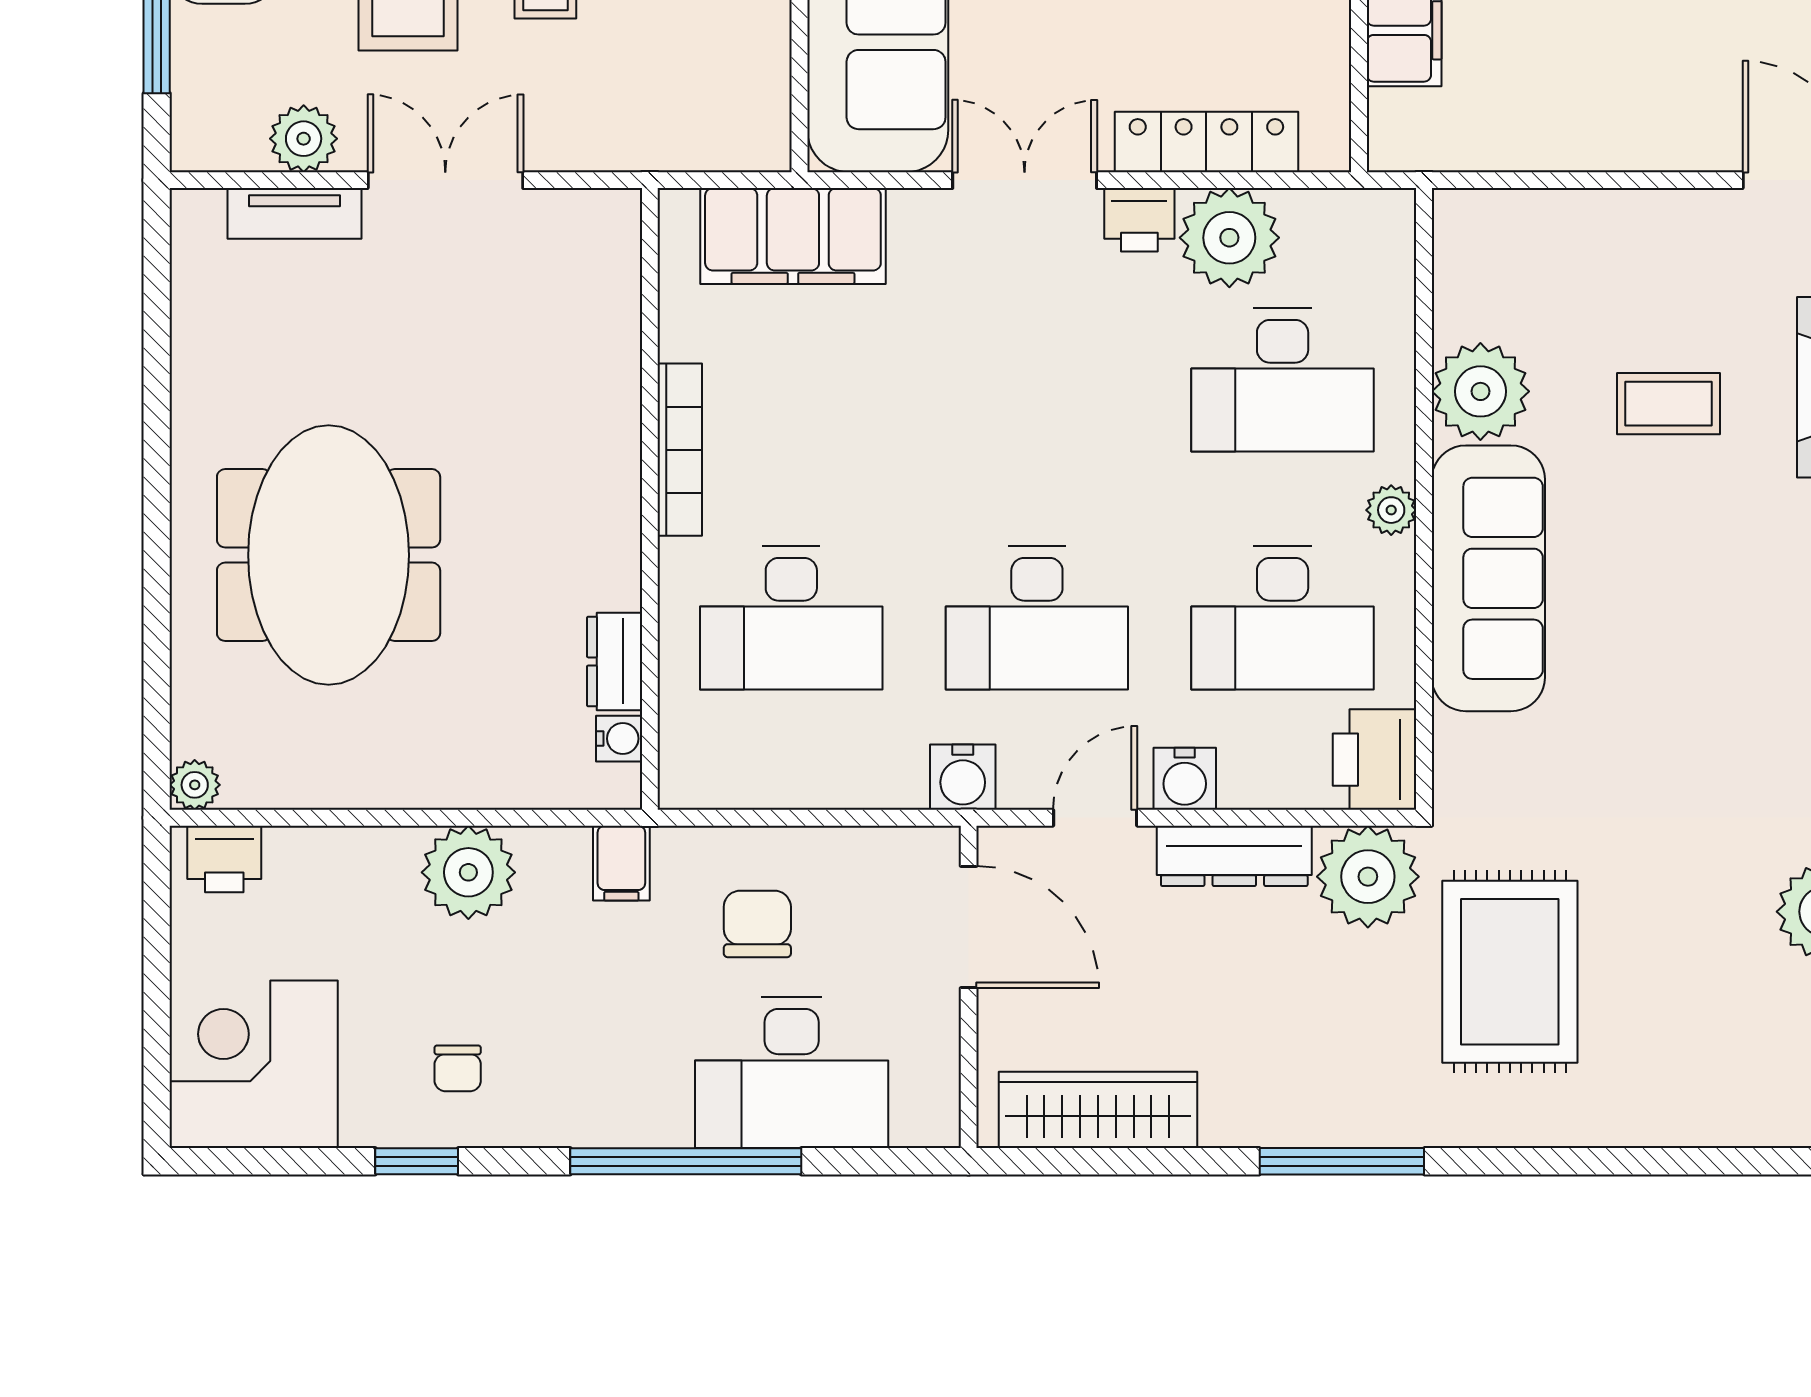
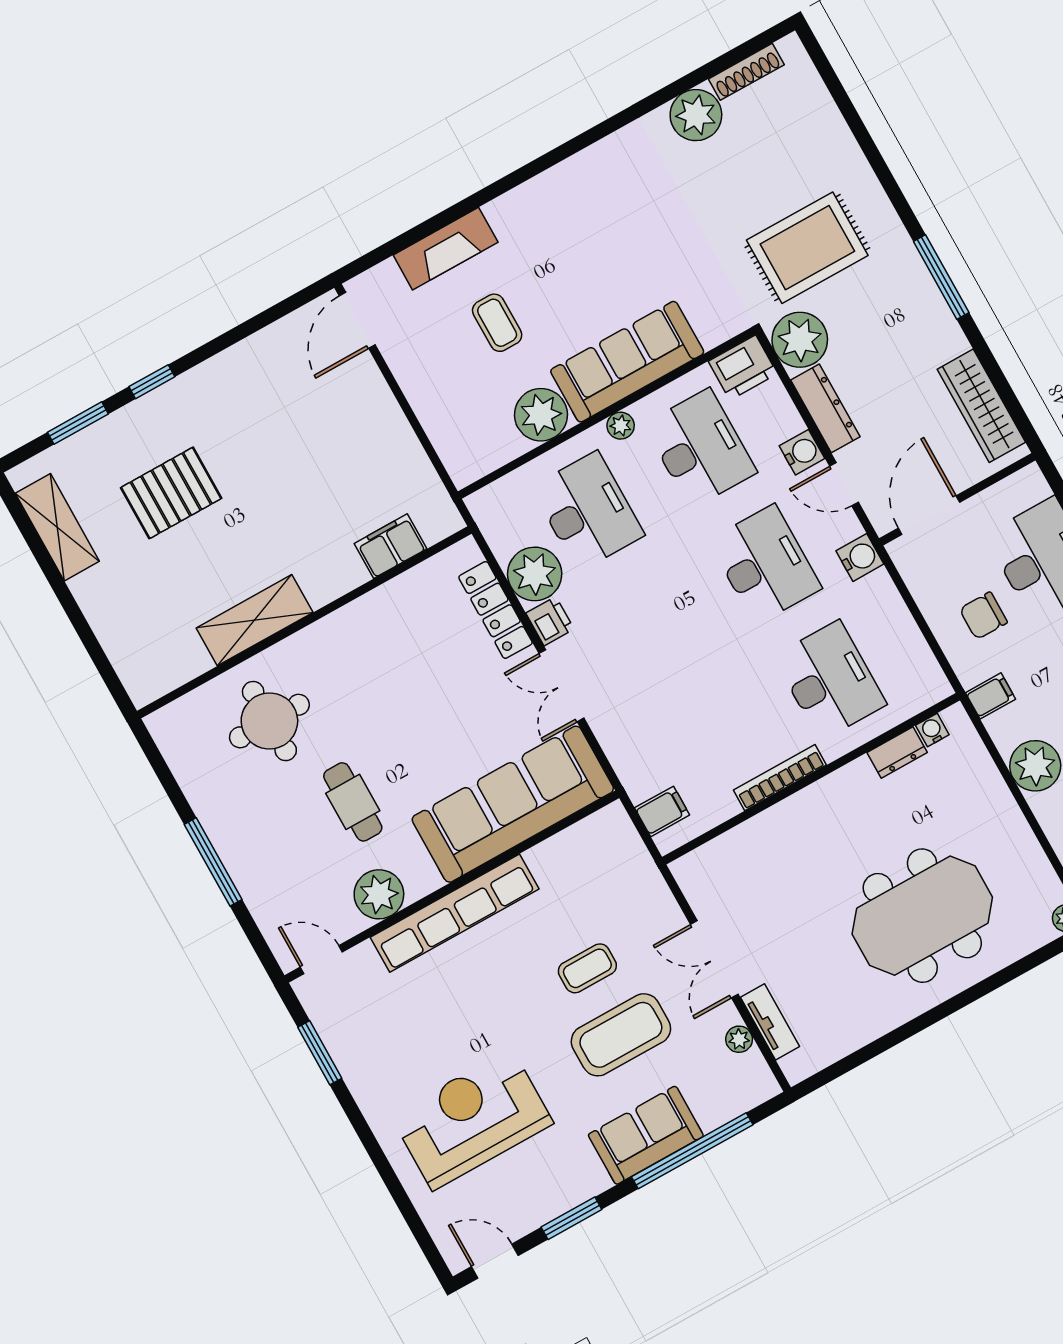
plant: (304, 139) -> (739, 1039), width x0.73, depth x0.73
filing cabinet: (793, 236) -> (662, 811), width x0.33, depth x0.86

